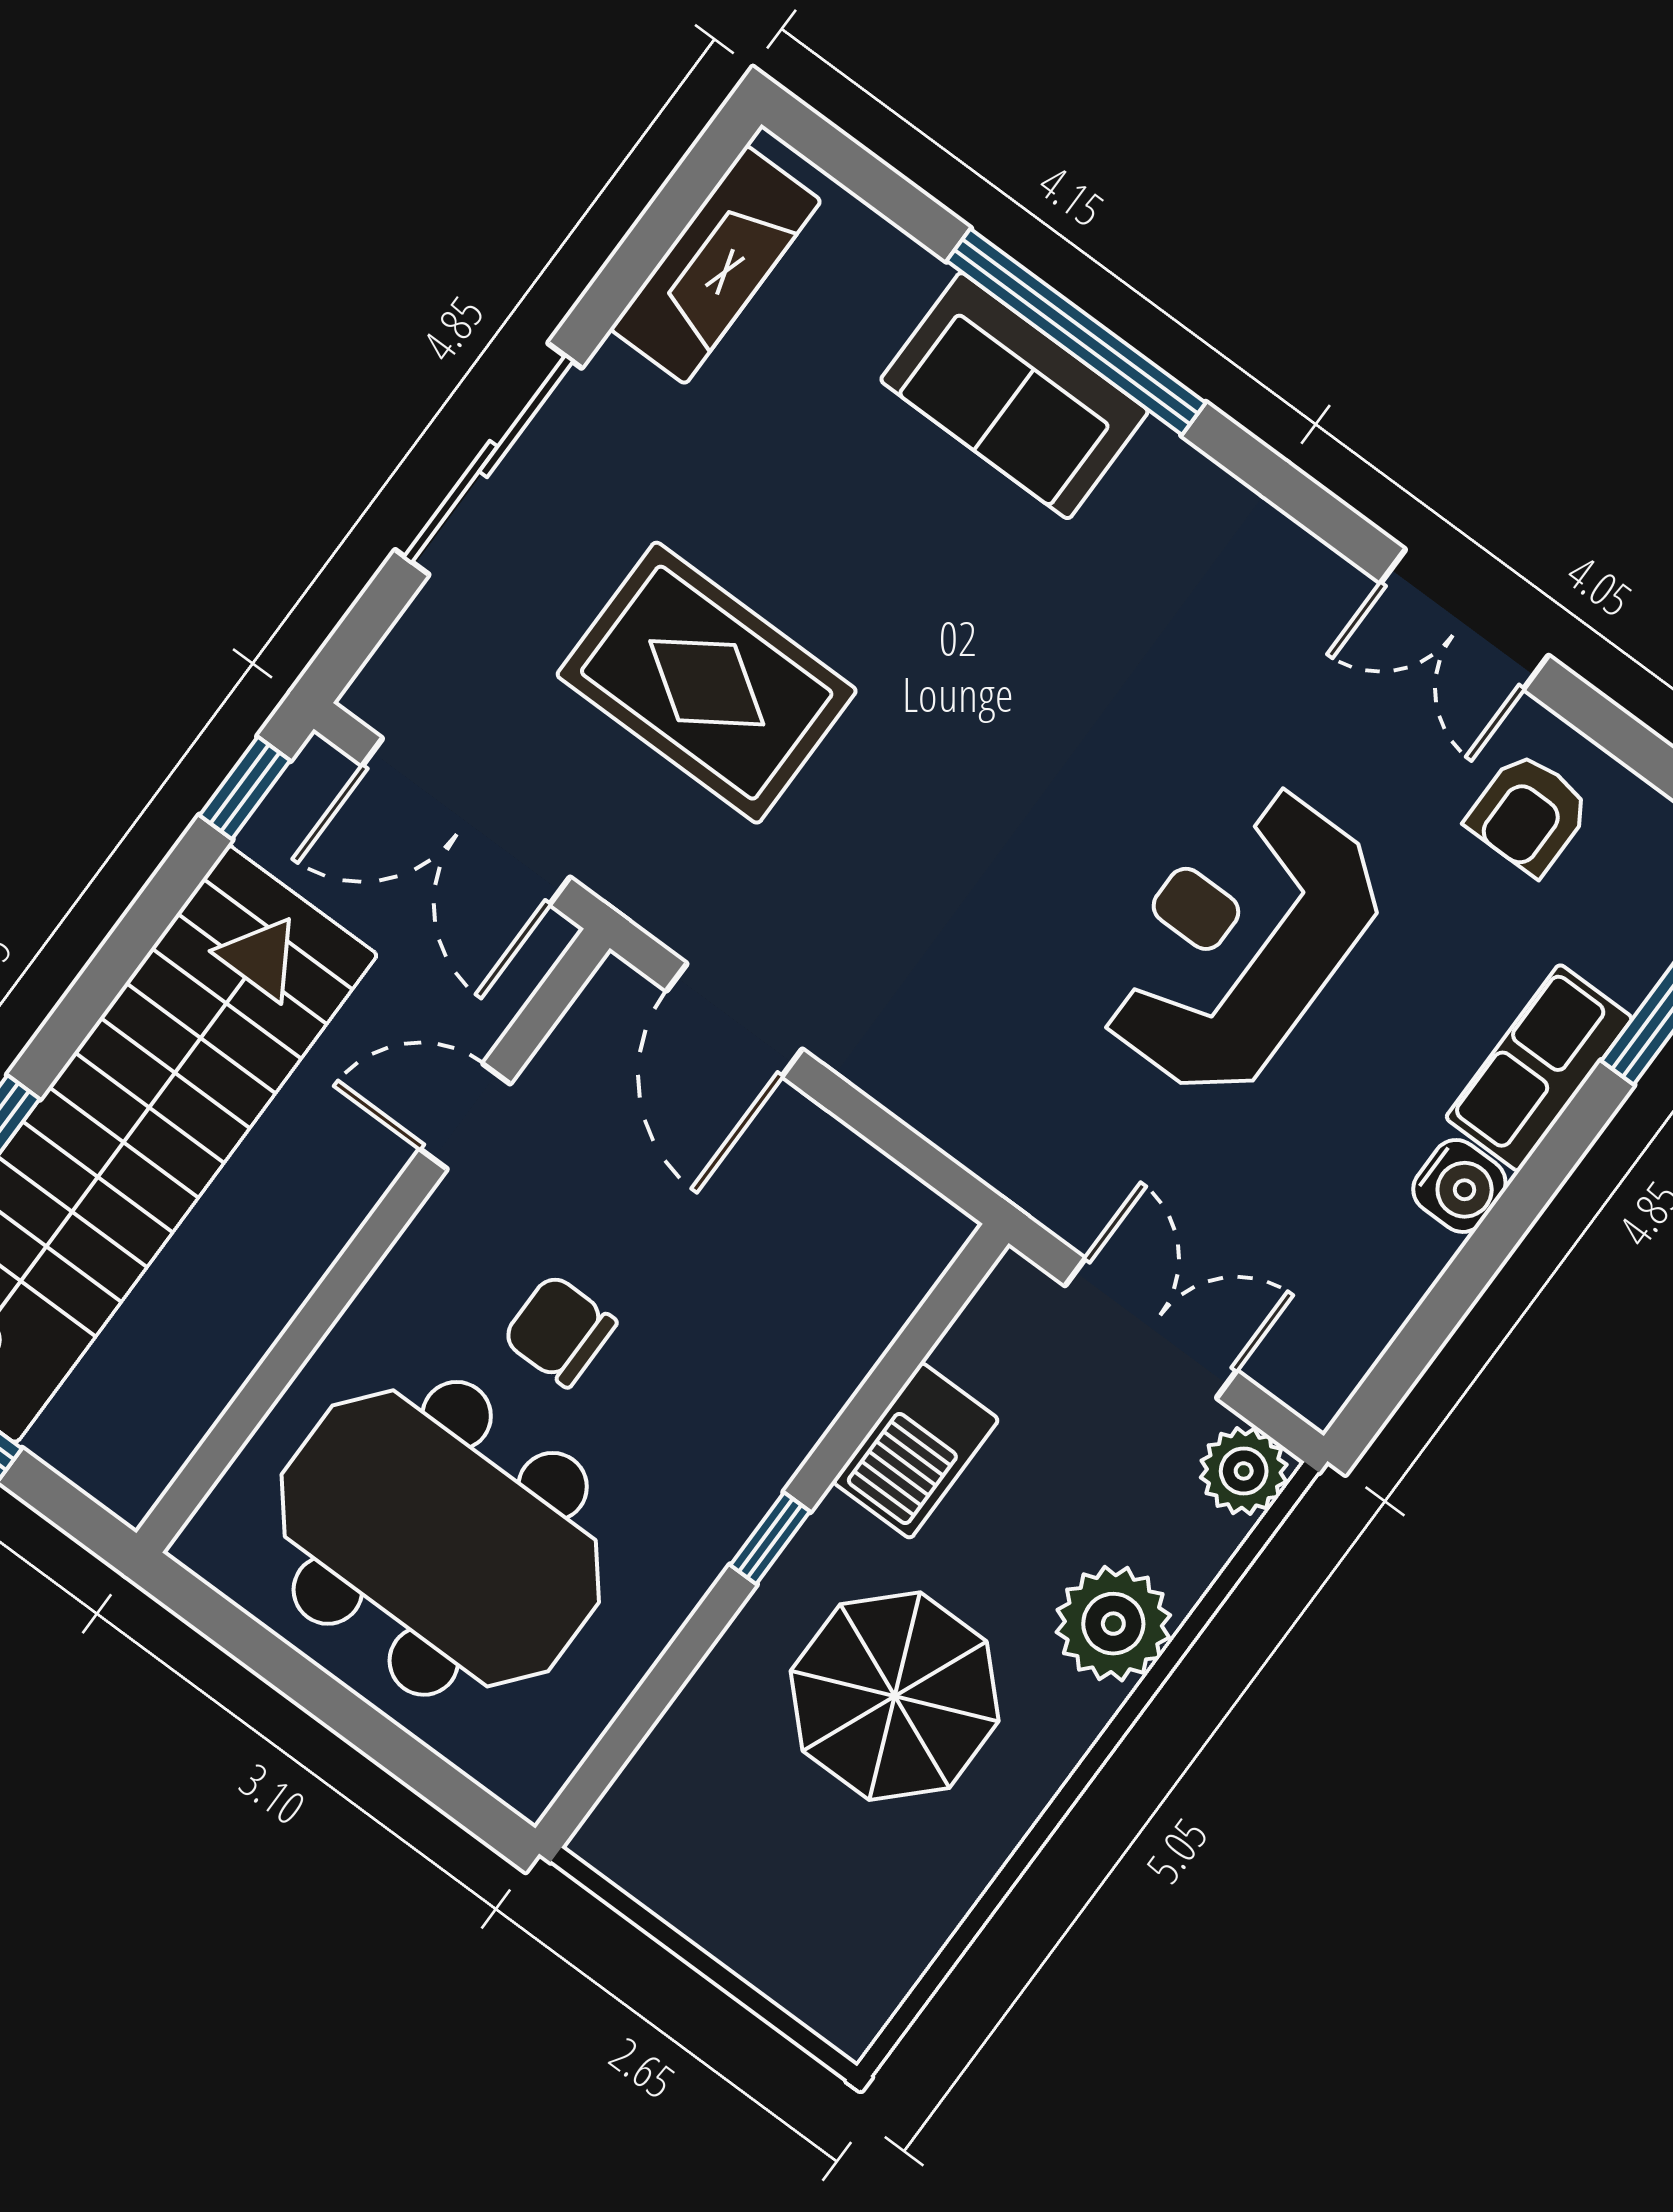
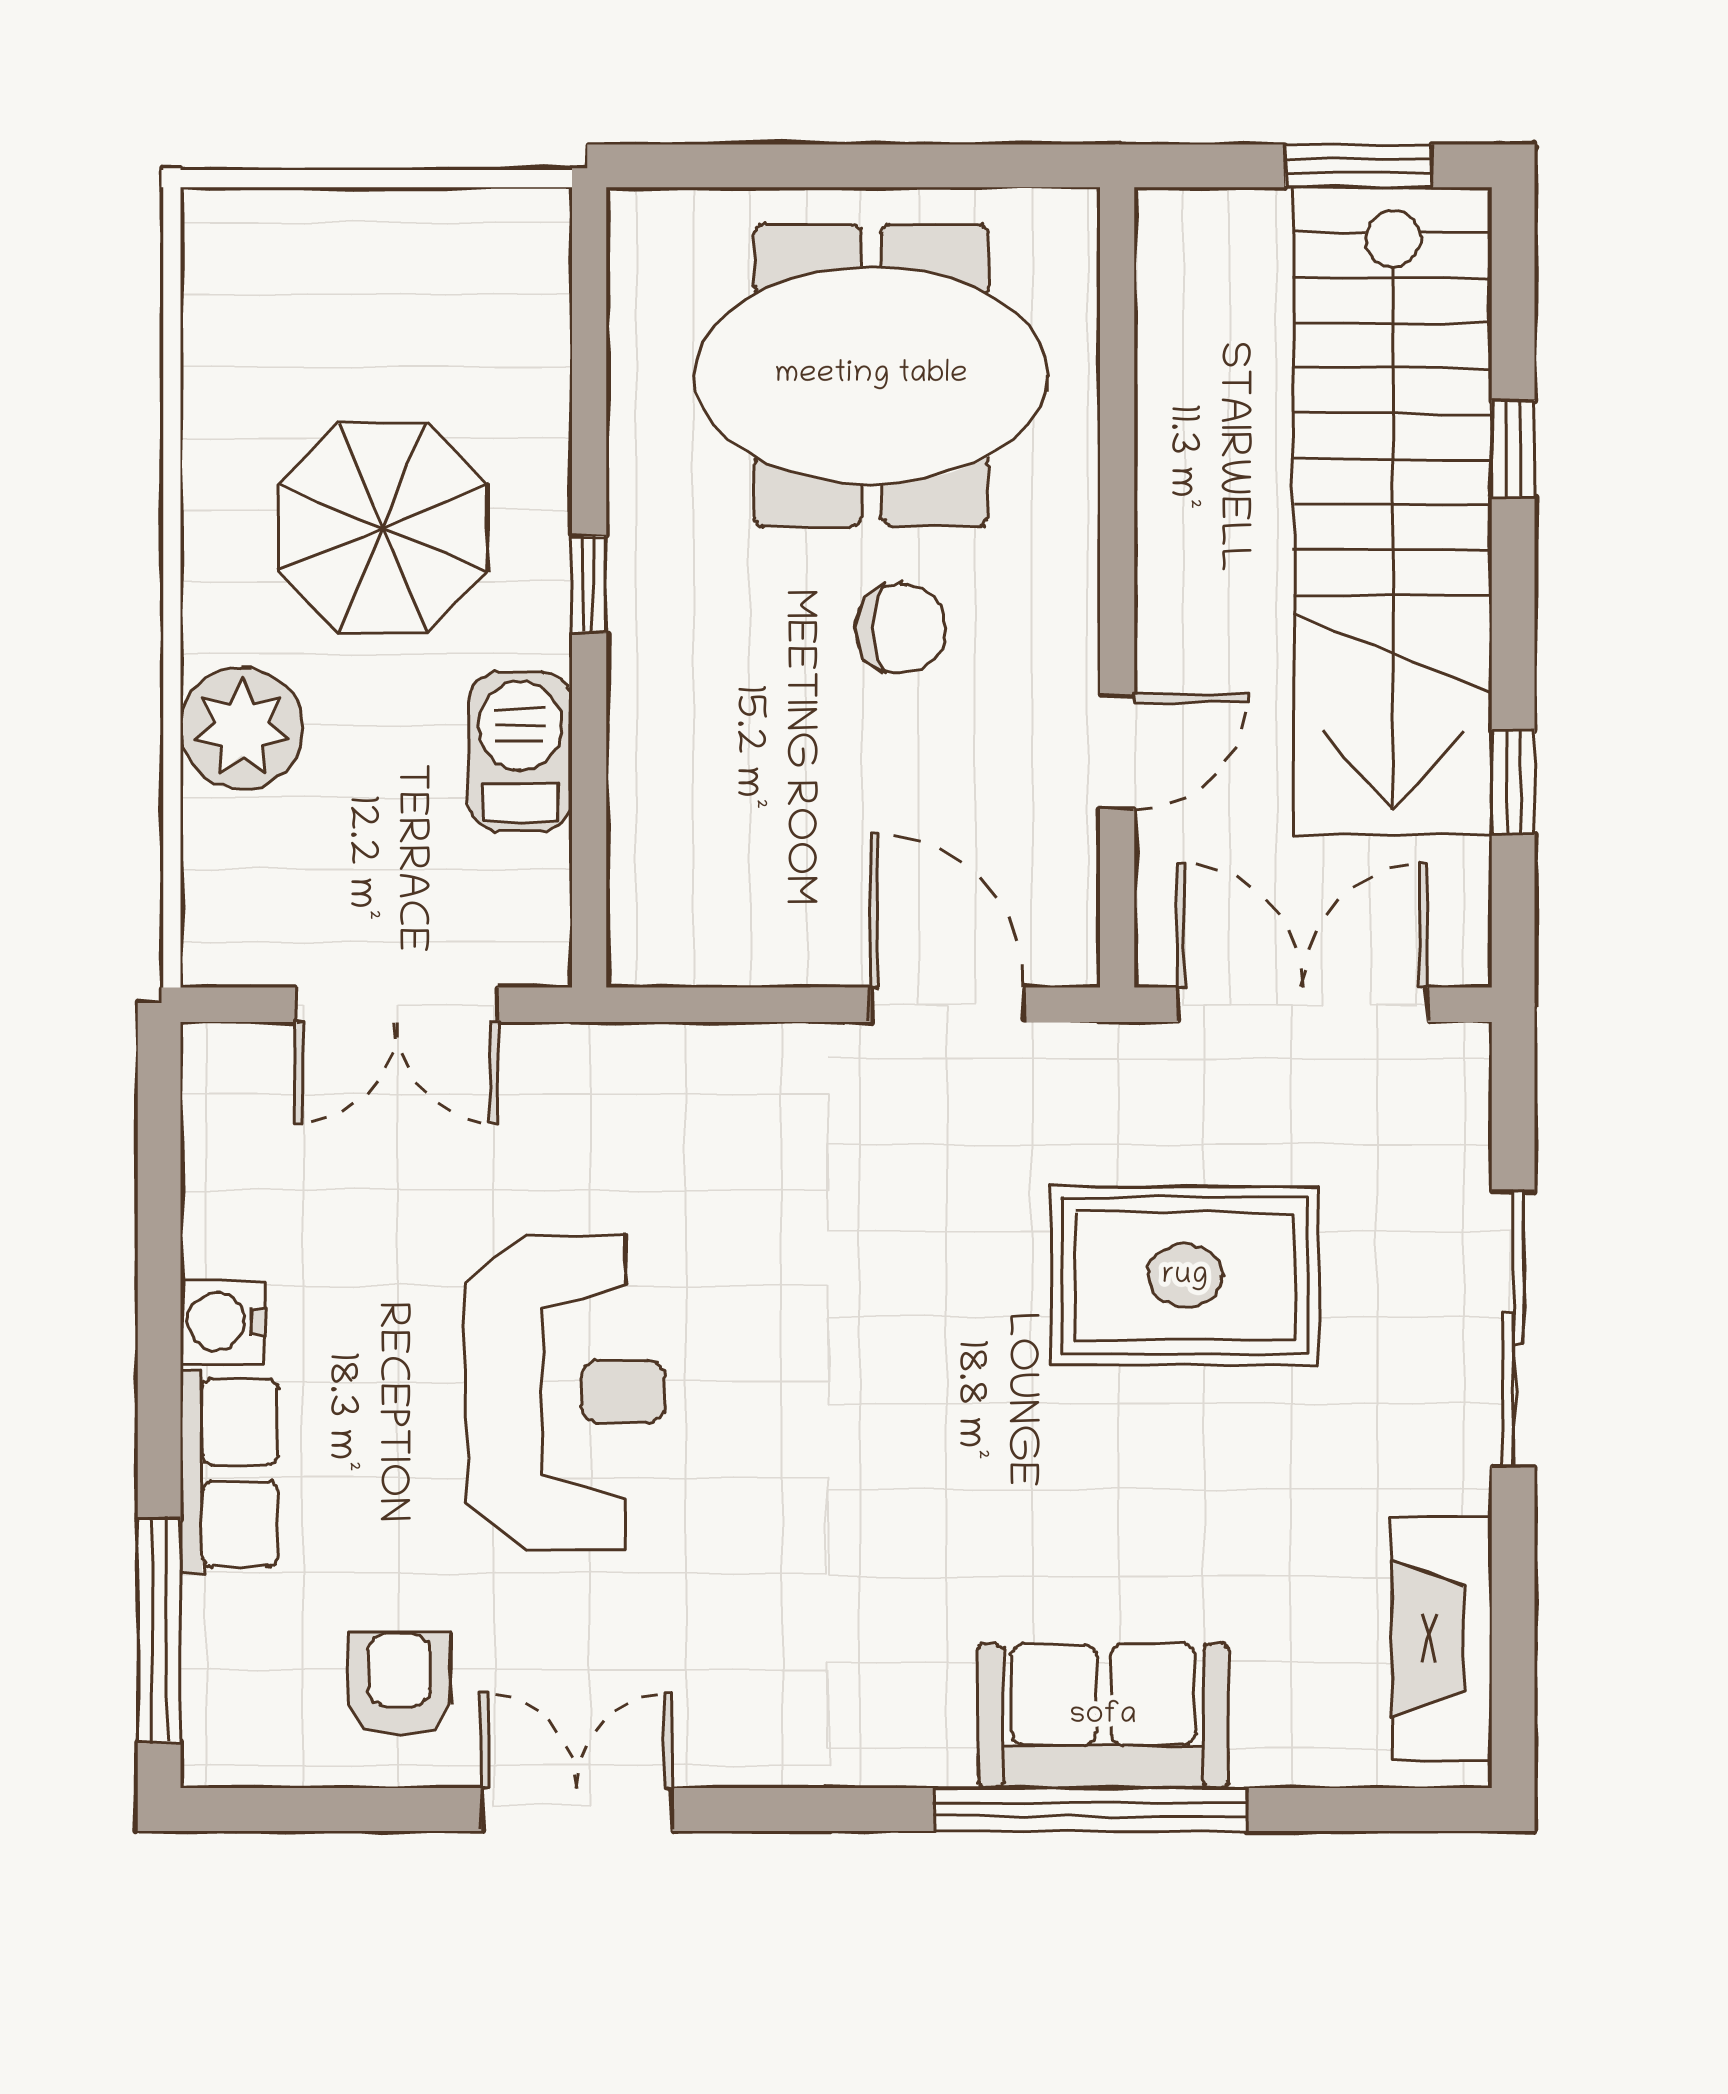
window: (245, 788) -> (1513, 782), moved
plant: (1244, 1471) -> (227, 941), removed

